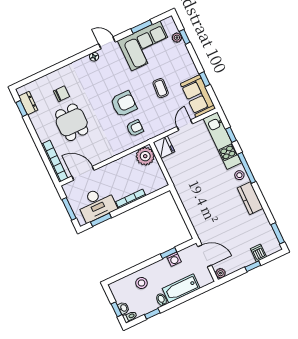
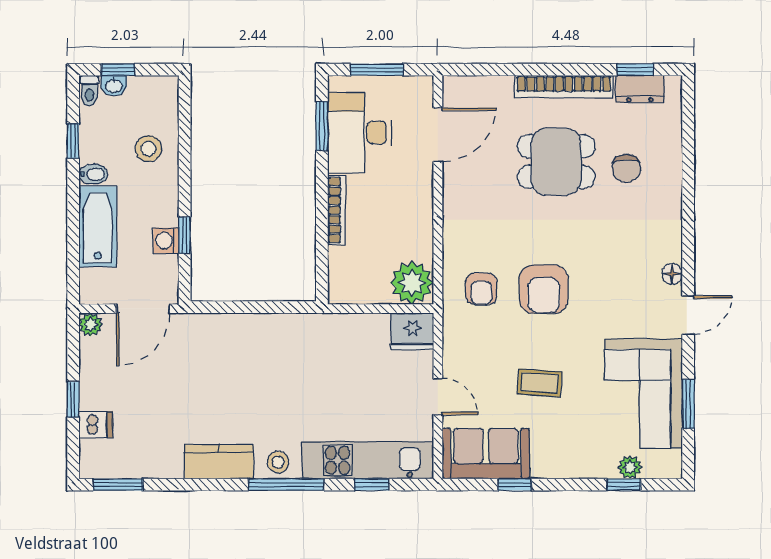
bookcase: (54, 161) -> (564, 87), moved

